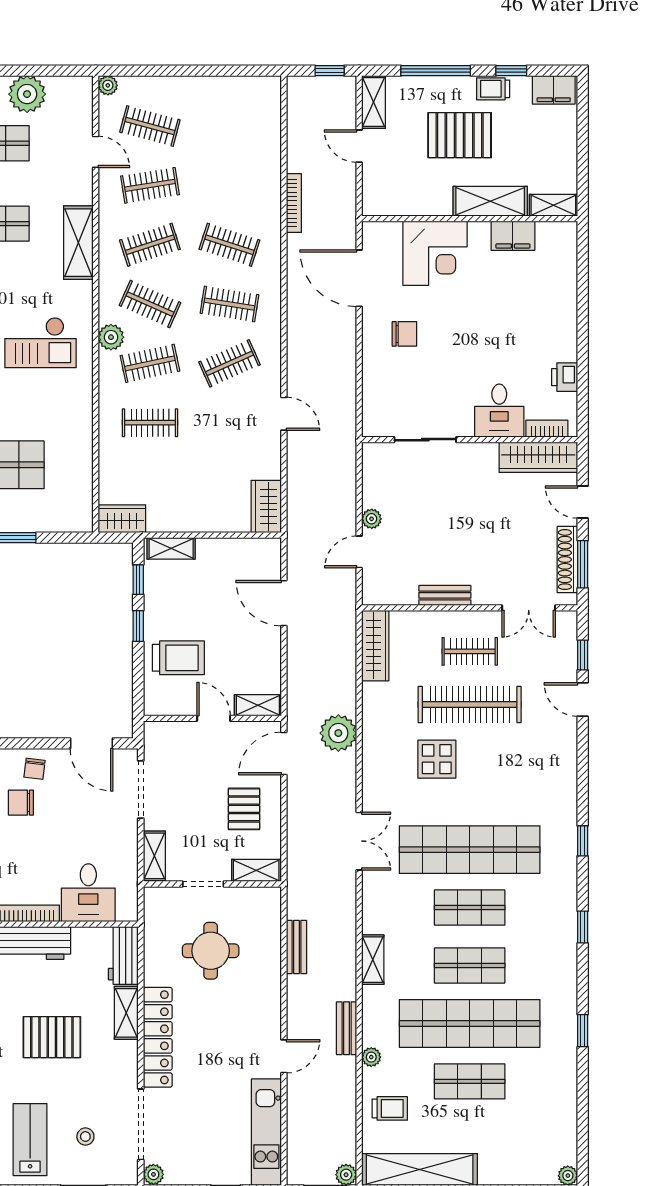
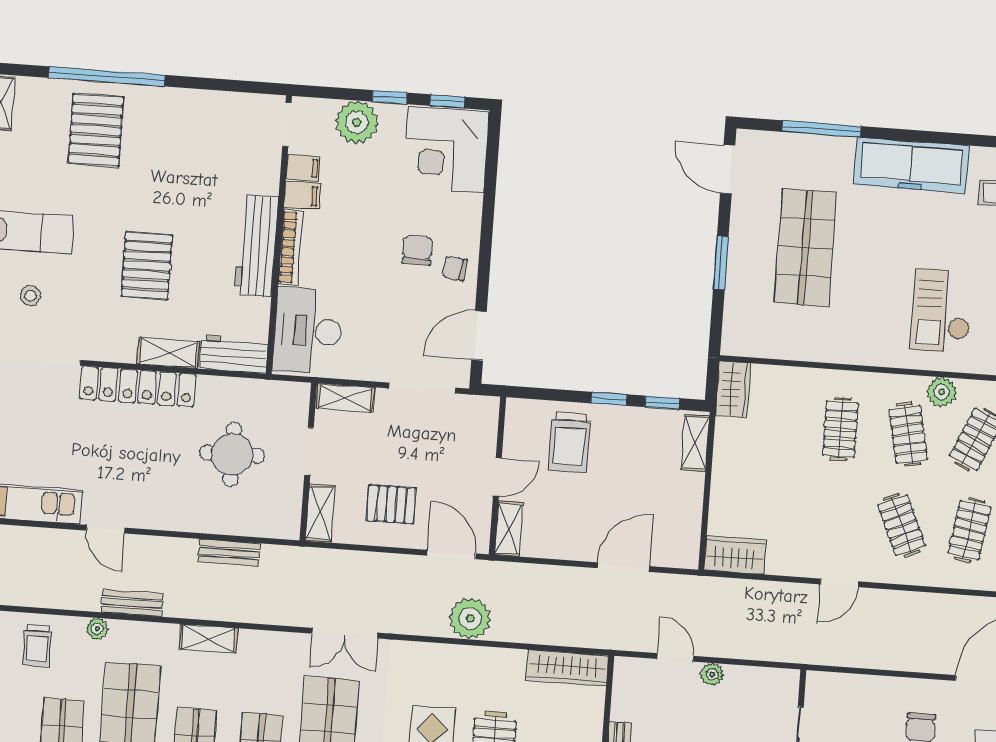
desk: (88, 893) -> (308, 331), width x1.37

